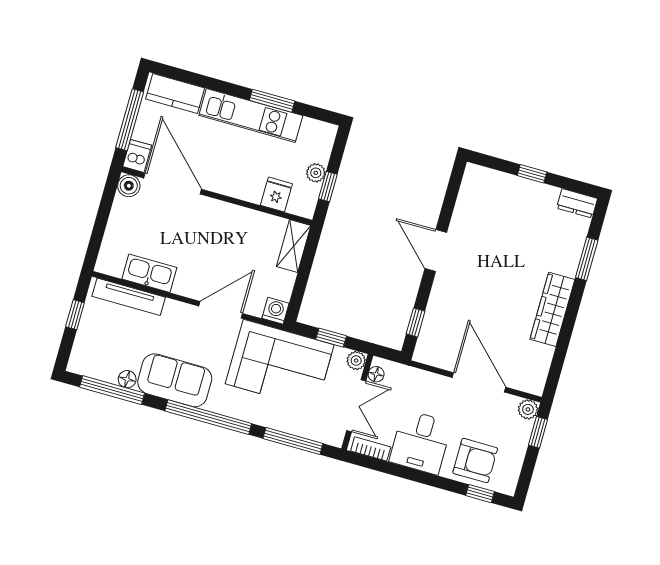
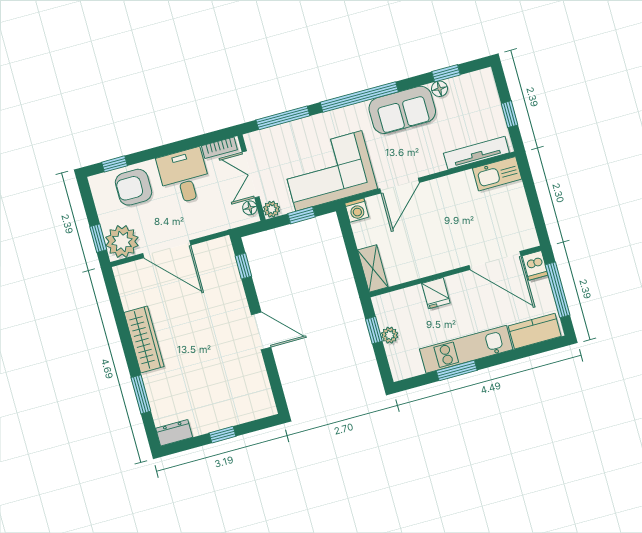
boiler: (129, 186) -> (528, 239), removed
fridge: (276, 194) -> (436, 293), moved
kitchen sink: (149, 273) -> (497, 174), moved
window: (112, 390) -> (446, 73), width x0.46
plant: (528, 409) -> (122, 241), width x1.88, depth x1.88

